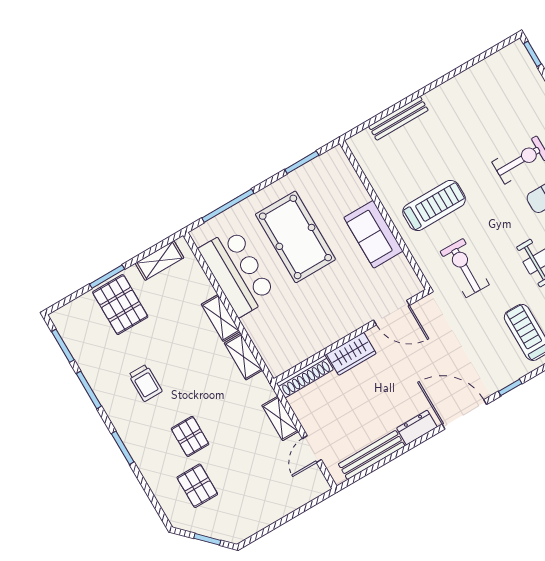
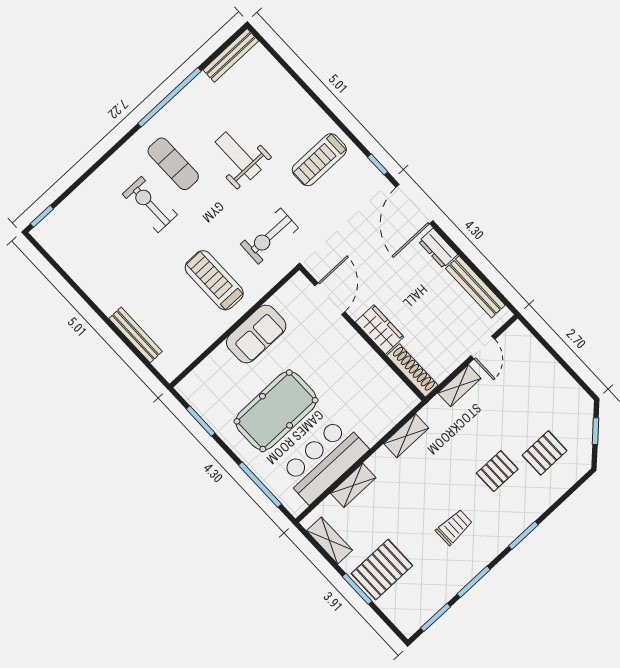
shelving: (221, 318) -> (353, 485), moved
door: (312, 449) -> (483, 347), hinge flipped

